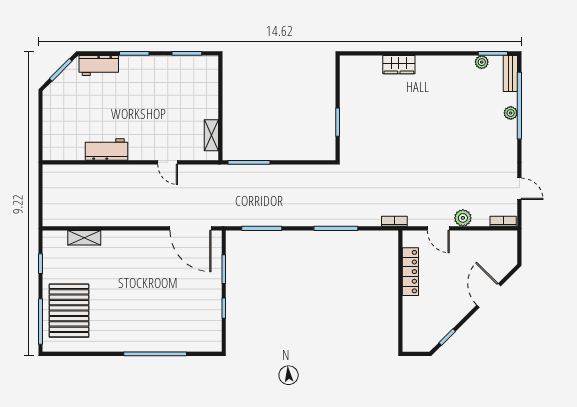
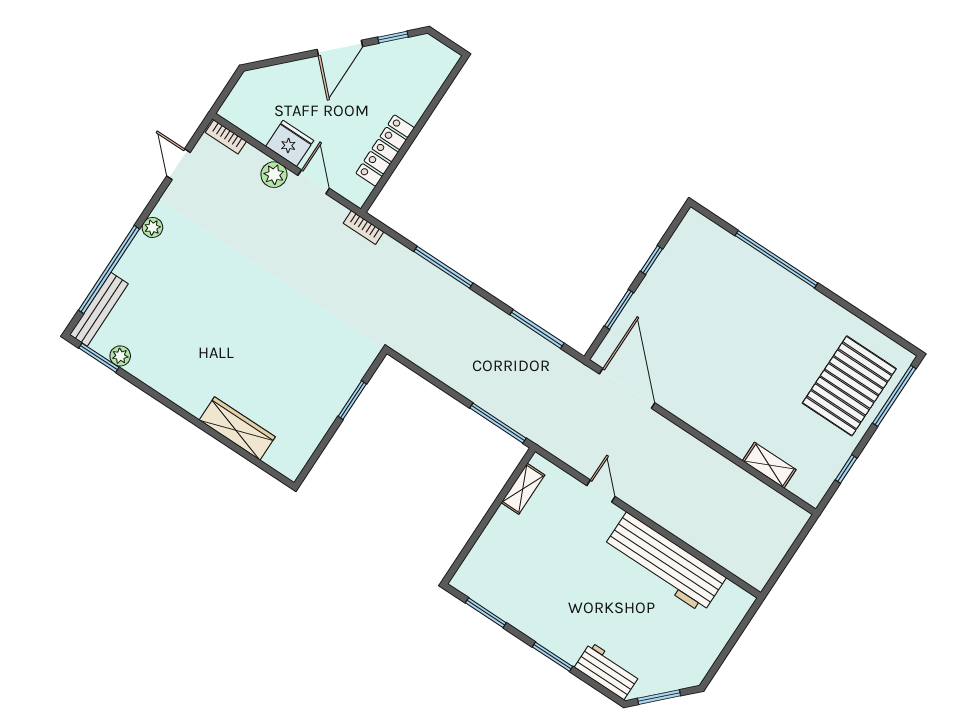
wardrobe: (399, 65) -> (237, 428), width x1.50
bench: (510, 74) -> (99, 309), width x1.36
plant: (511, 113) -> (152, 227), moved
workbench: (107, 149) -> (665, 563), width x1.88, depth x1.32
fridge: (466, 241) -> (290, 143), added
door: (489, 295) -> (340, 48), moved

